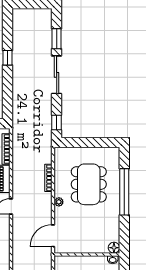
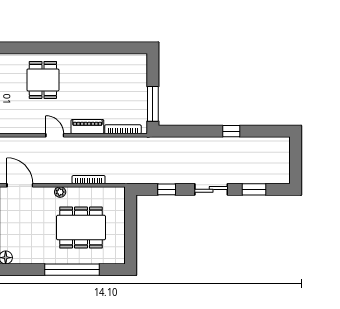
sliding door: (57, 75) -> (211, 189), width x0.73
window: (57, 122) -> (167, 189), moved

